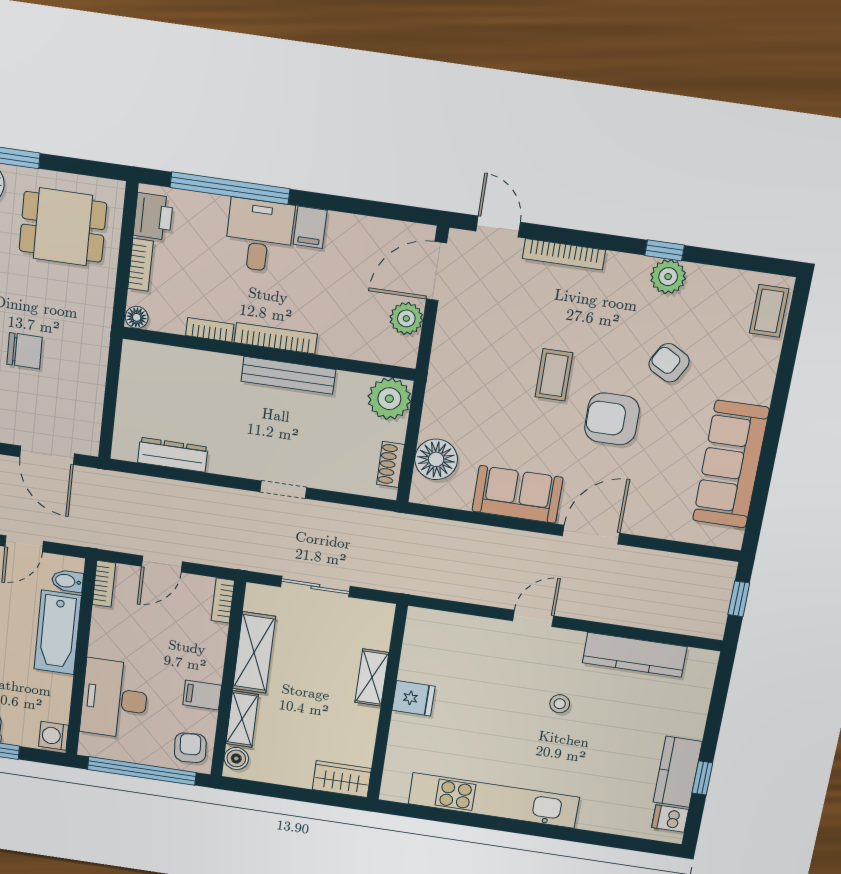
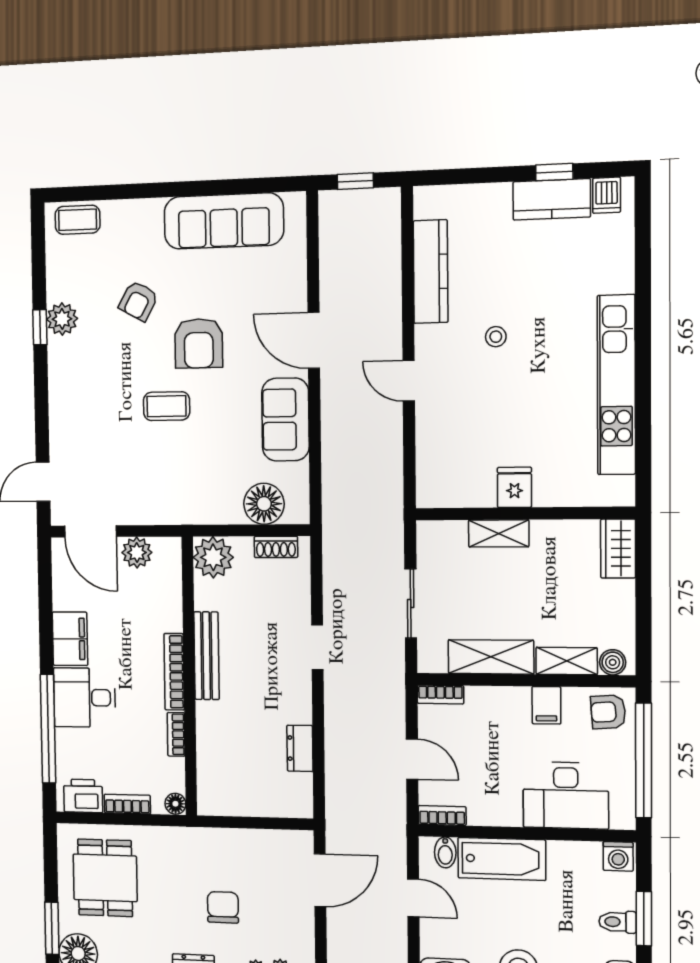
filing cabinet: (310, 227) -> (70, 639), width x2.00
bookcase: (564, 254) -> (58, 418), removed
dresser: (173, 455) -> (300, 748), width x0.70

